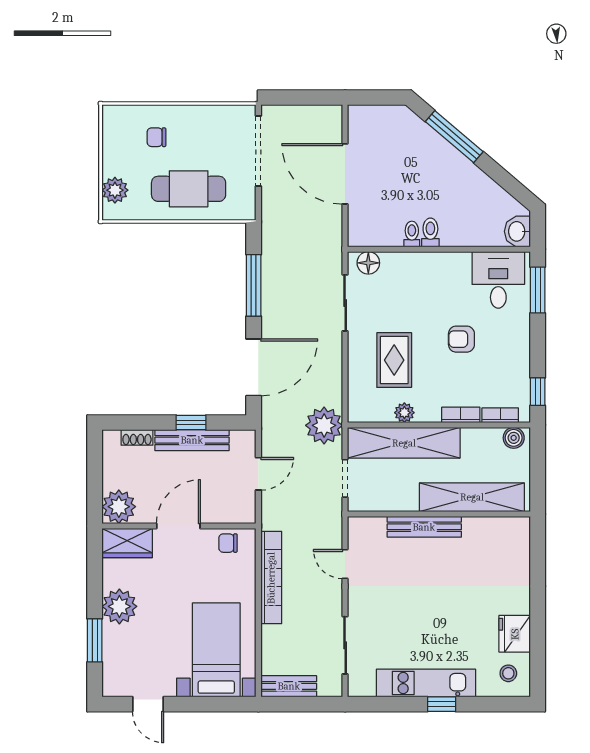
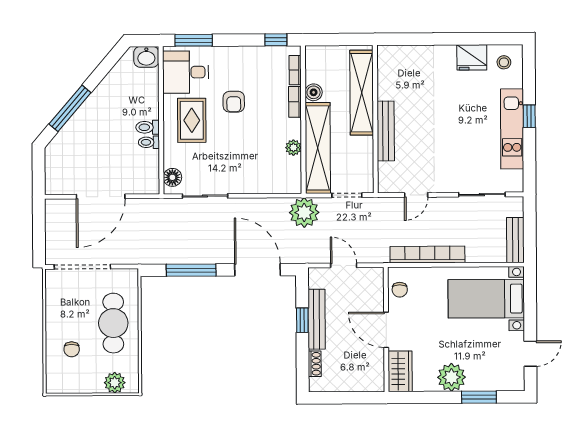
rug: (394, 360) -> (192, 120), moved, turned 90
boiler: (514, 438) -> (314, 92), moved
plant: (119, 507) -> (371, 378), removed

